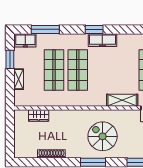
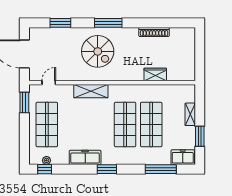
freezer: (102, 40) -> (85, 157), moved
shelving: (122, 100) -> (91, 91), moved
wardrobe: (39, 115) -> (155, 74), moved

